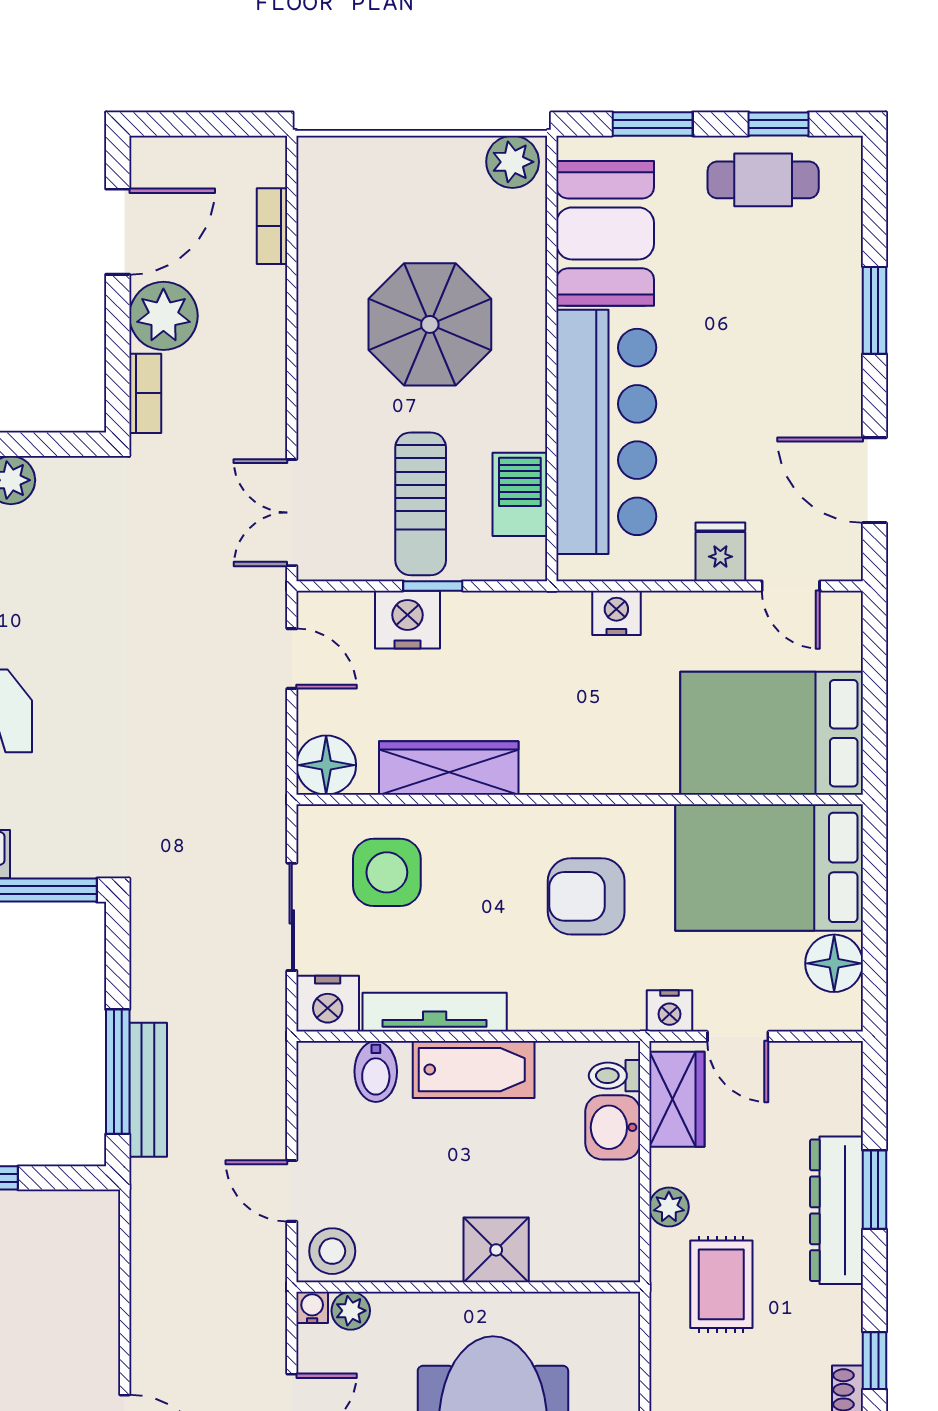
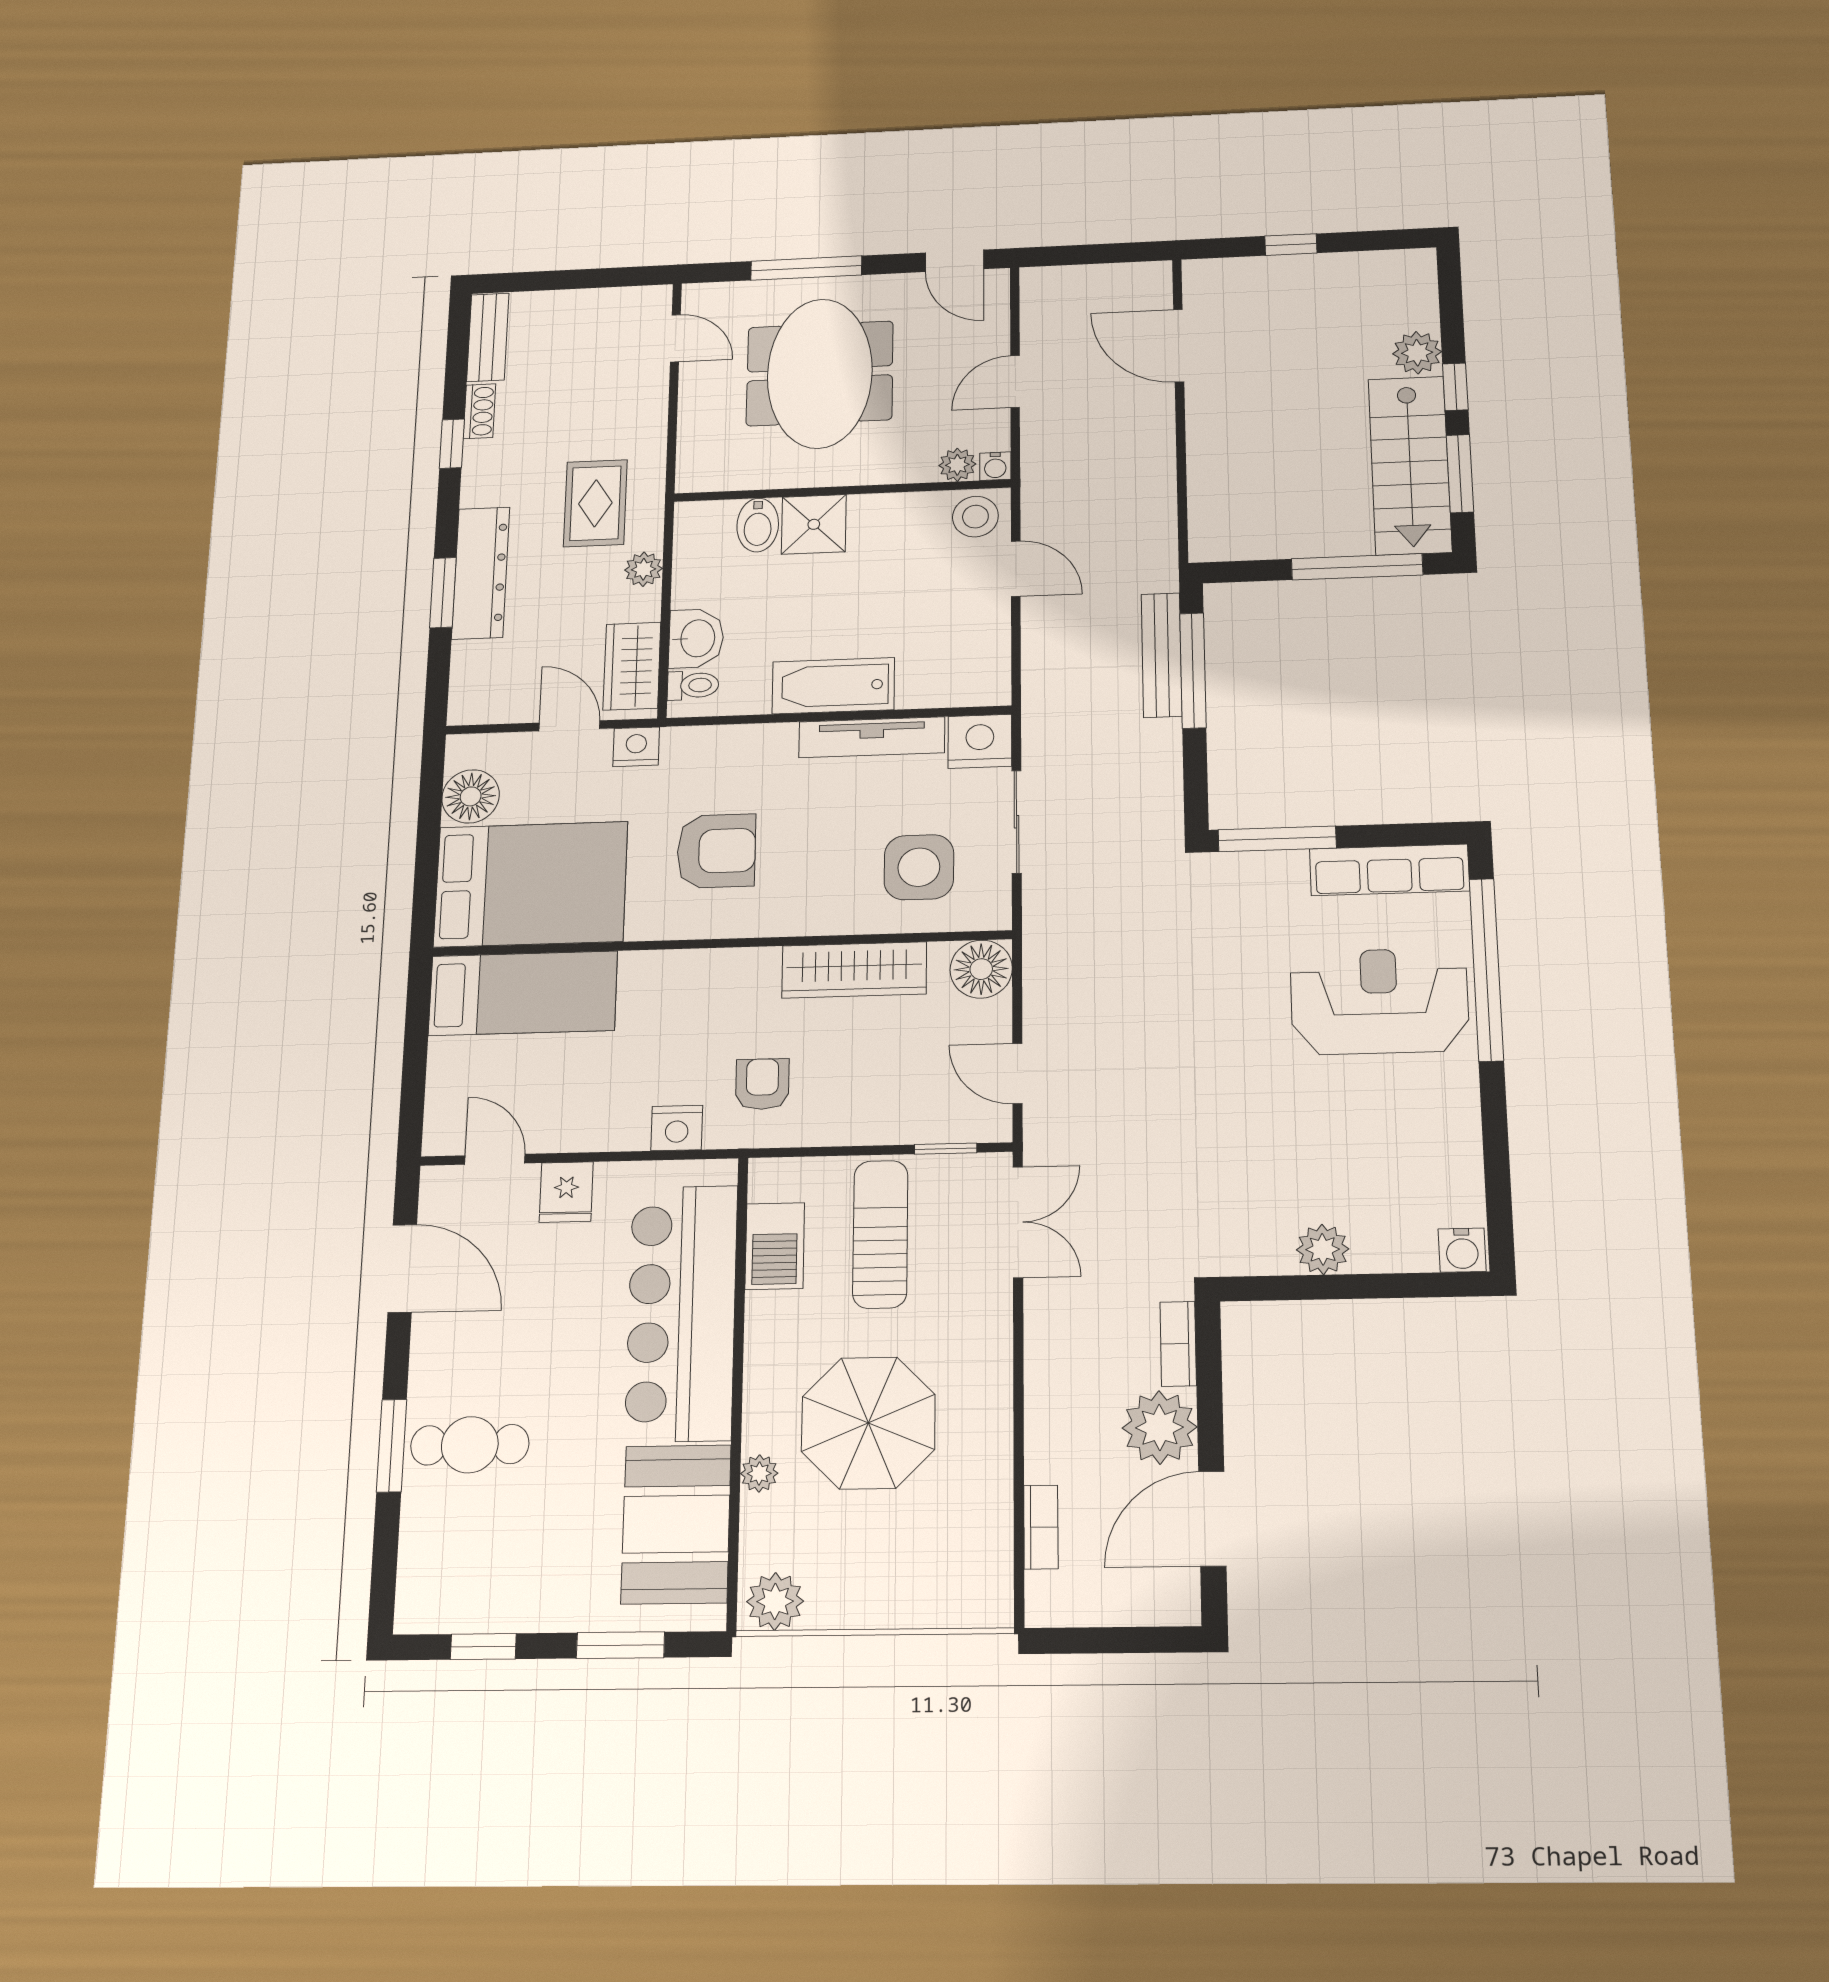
cafe table: (763, 180) -> (470, 1445), moved
plant: (530, 279) -> (759, 1473), added
window: (433, 586) -> (946, 1149), moved
nightstand: (407, 620) -> (895, 1116), removed
armchair: (535, 655) -> (762, 1084), added
bed: (772, 733) -> (523, 993), width x0.67
bidet: (376, 1071) -> (758, 525), moved, turned 180

